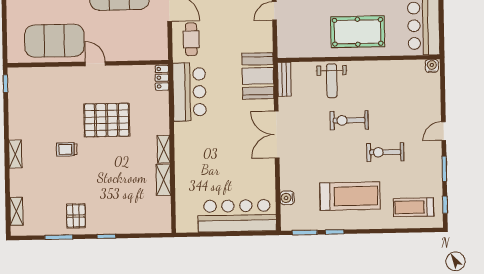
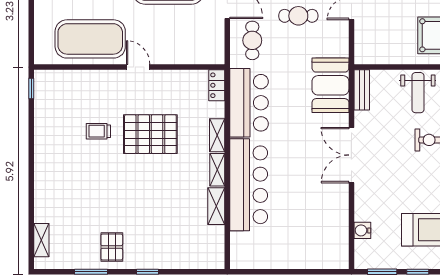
cafe table: (230, 18) -> (298, 16), added
trolley: (67, 149) -> (98, 131), moved
shelving: (15, 154) -> (217, 135), moved
bar counter: (237, 216) -> (249, 185), moved, turned 90

